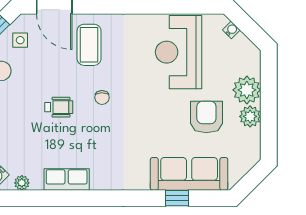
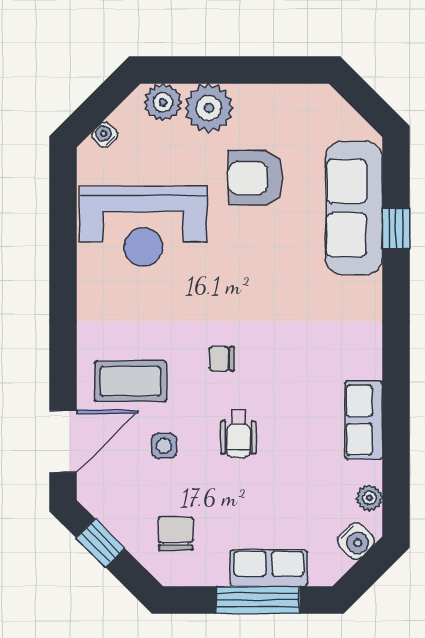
side table: (20, 40) -> (164, 446), moved
chair: (102, 97) -> (222, 359), turned 180
wheelchair: (59, 107) -> (239, 434), turned 180
plant: (250, 116) -> (163, 102), moved

